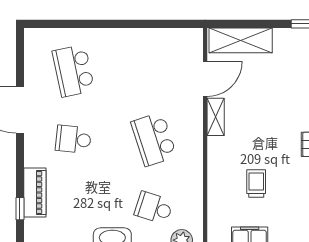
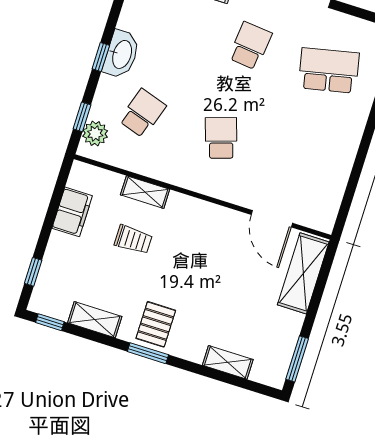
shelving: (216, 117) -> (145, 192), moved
school desk: (154, 139) -> (221, 138), width x0.54

